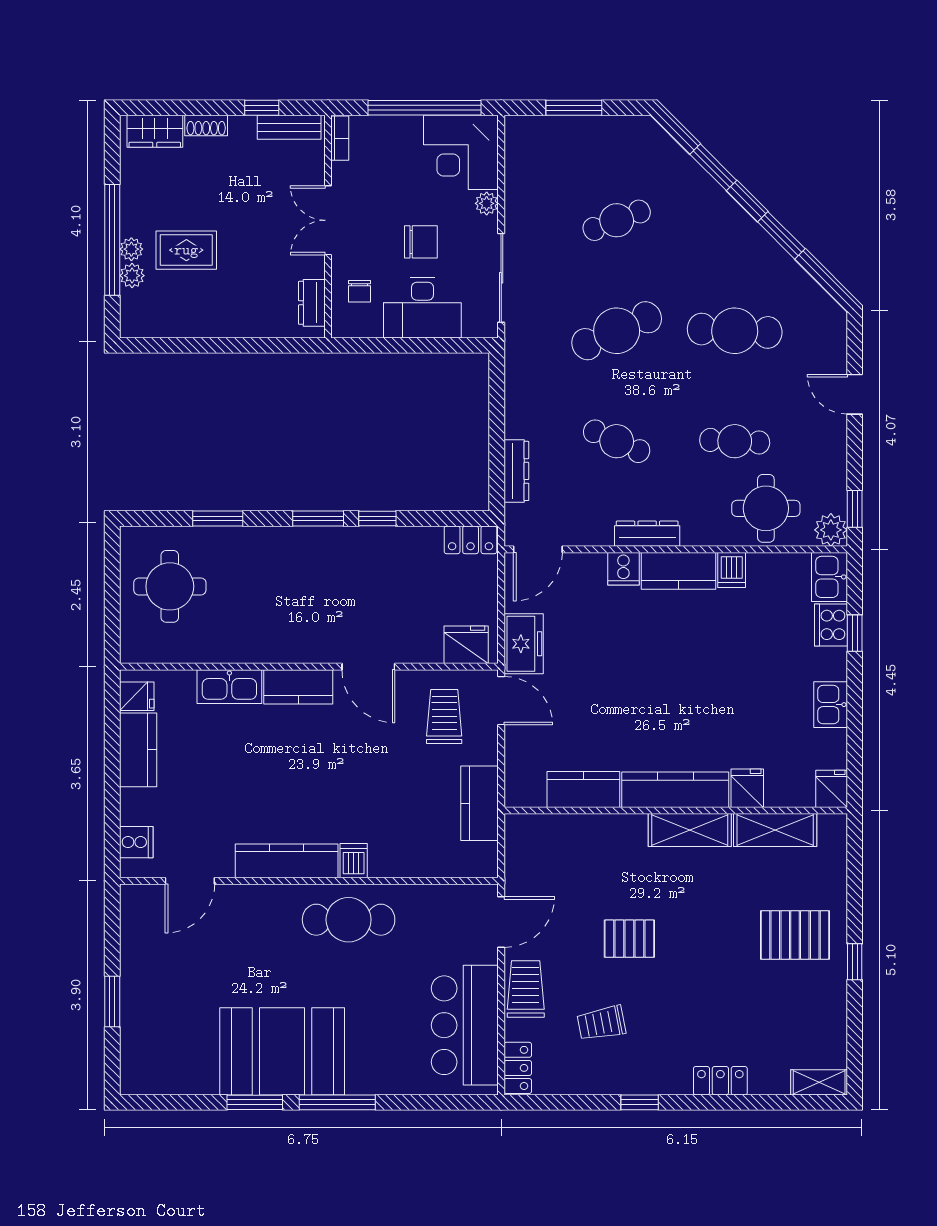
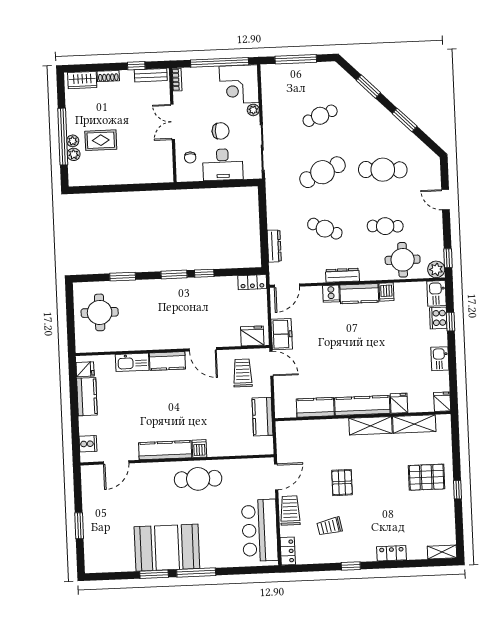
window: (574, 108) -> (296, 59), width x1.44
dresser: (312, 303) -> (166, 164), removed
pallet: (629, 939) -> (342, 483), turned 90

